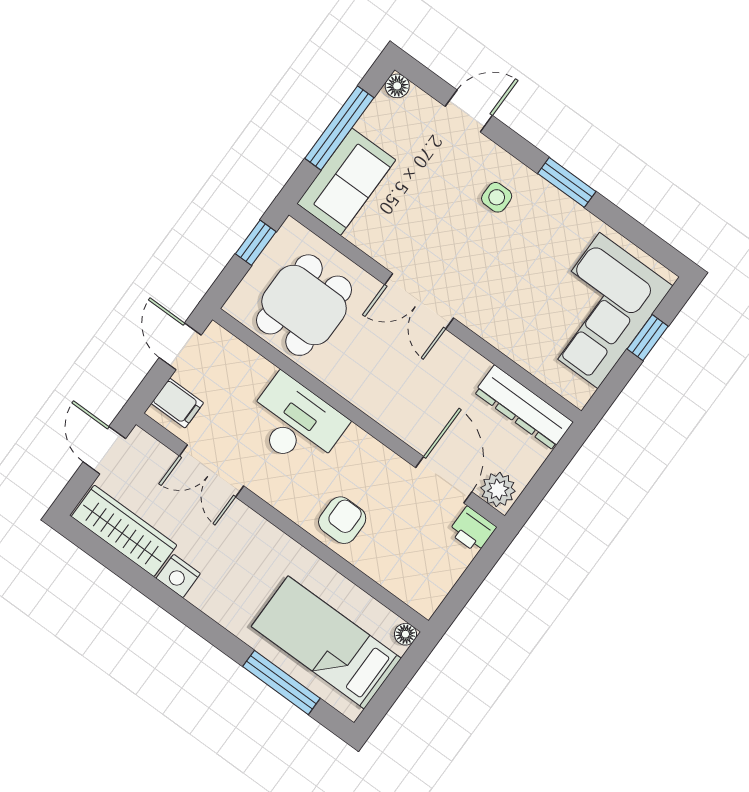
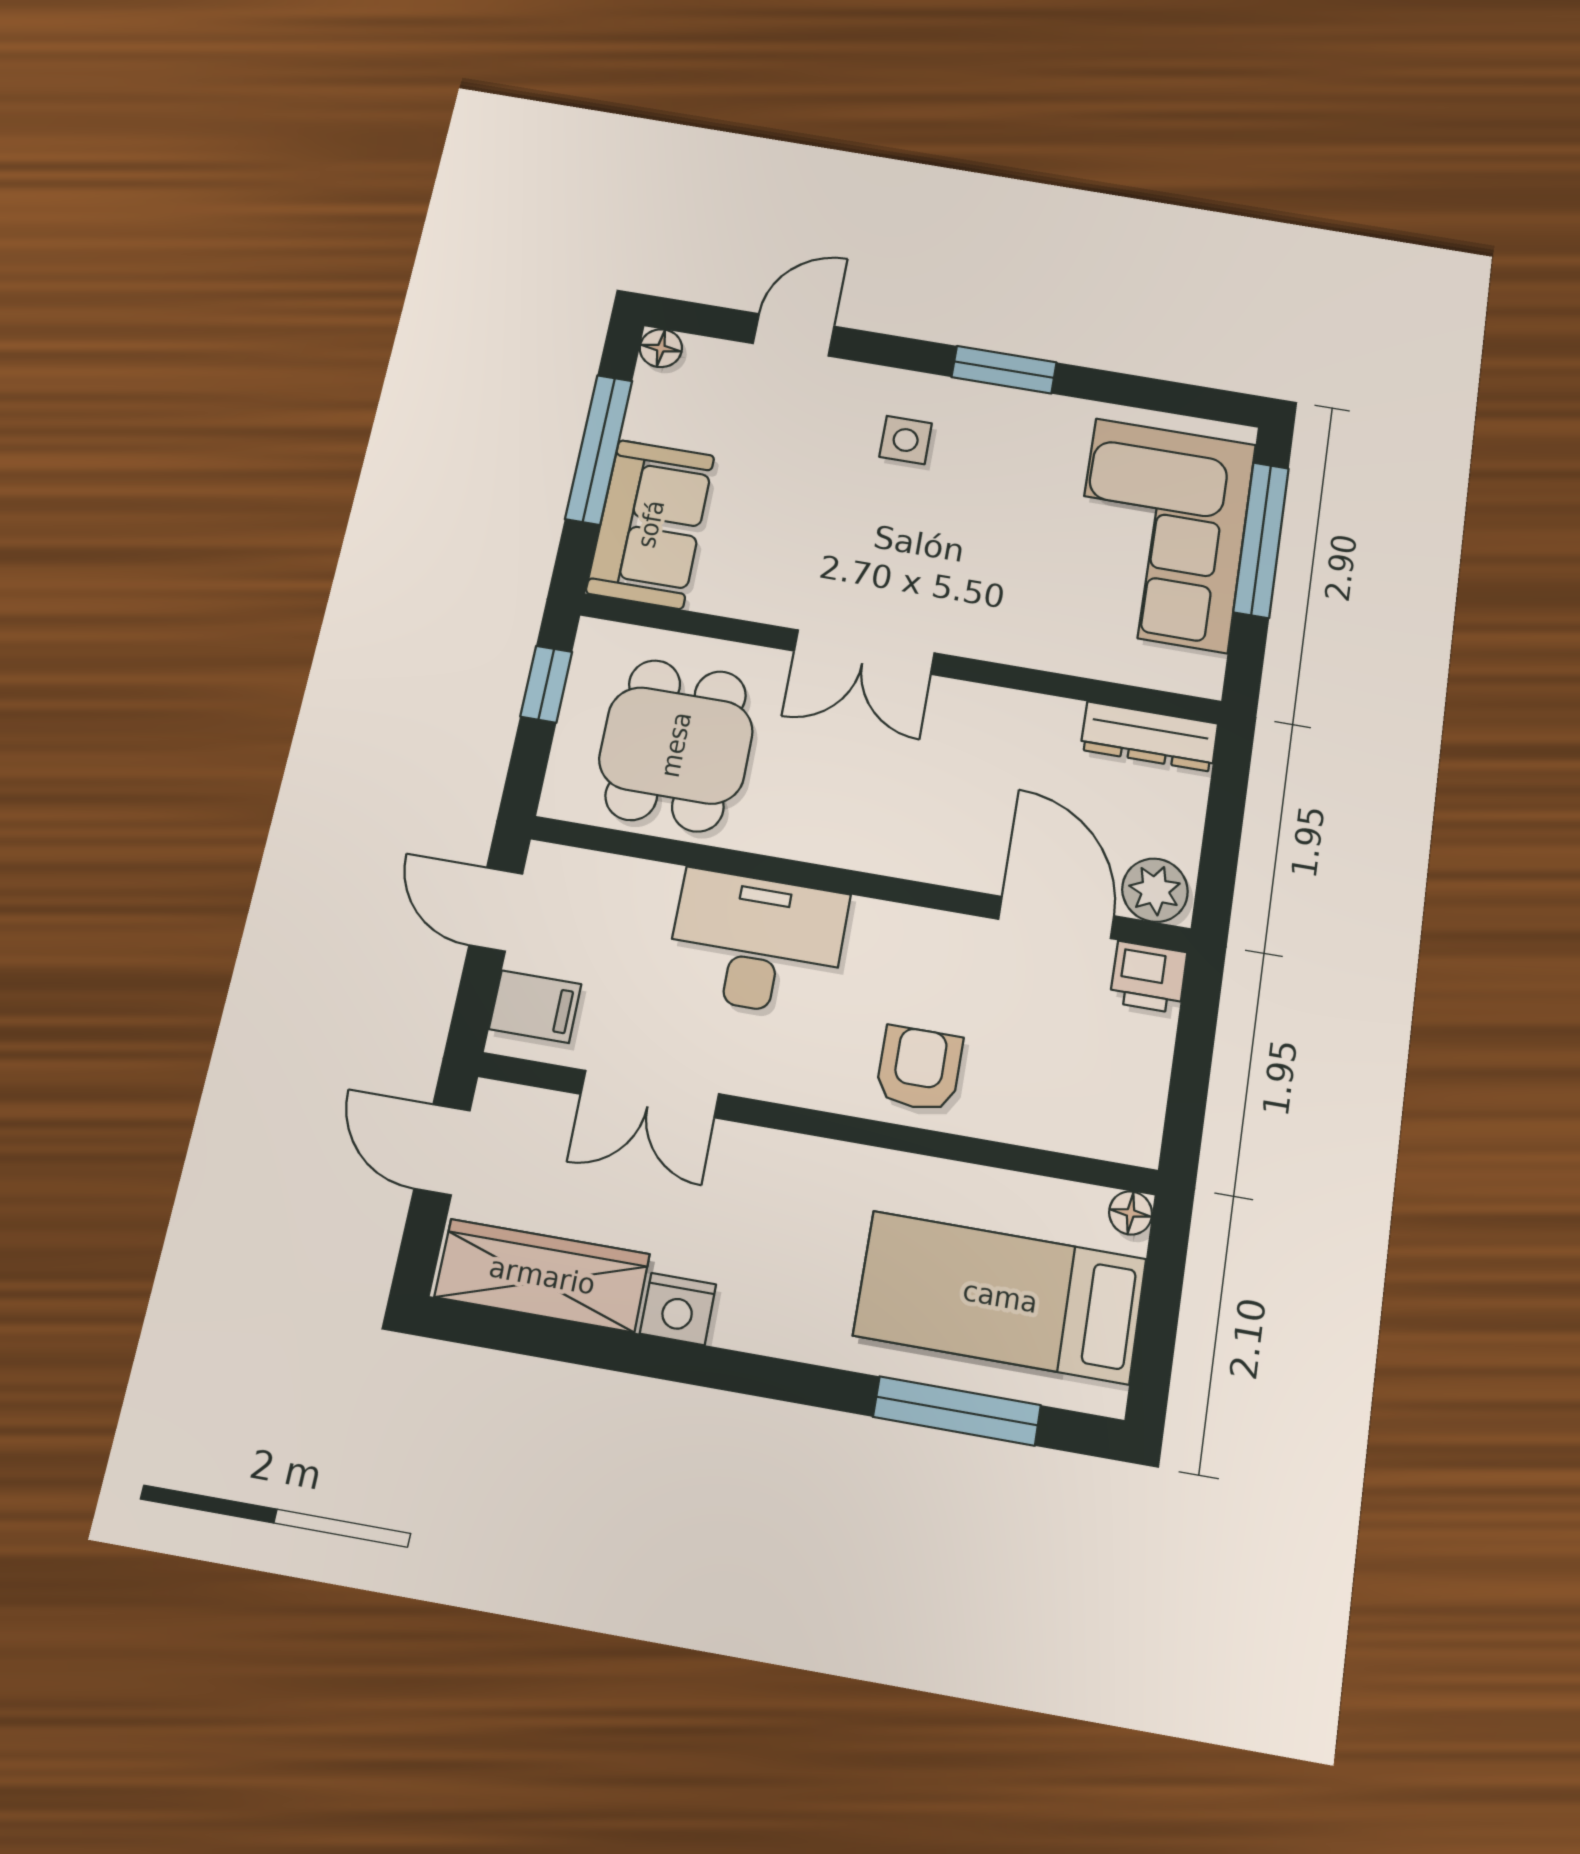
window: (648, 338) -> (1261, 540), width x2.17
dresser: (524, 407) -> (1149, 737), width x0.73, depth x0.80

